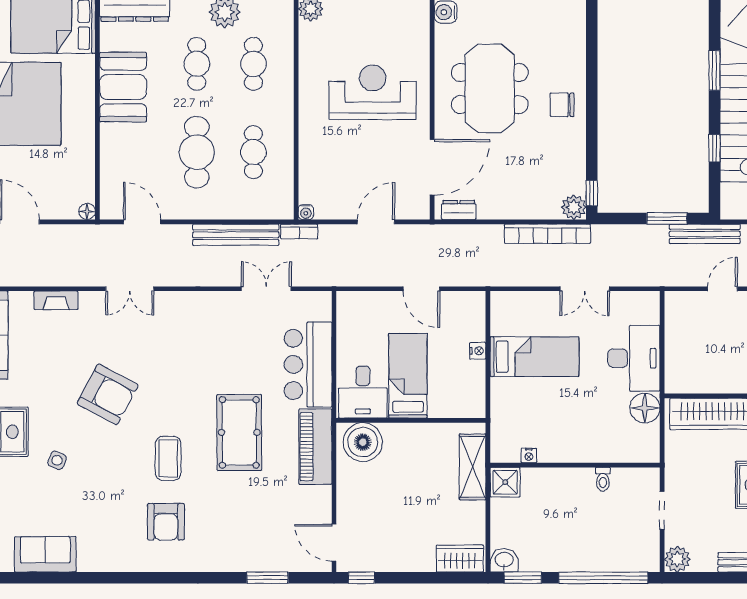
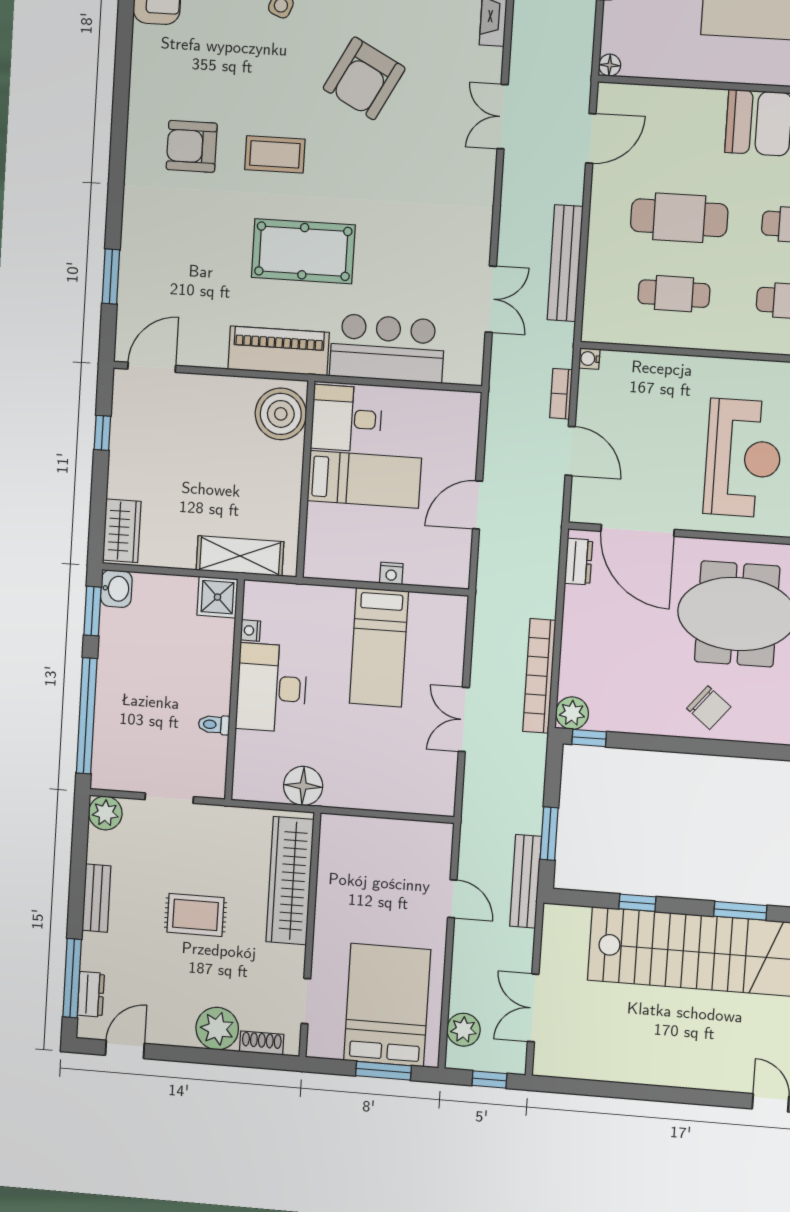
chair: (562, 105) -> (709, 708), turned 129
bookcase: (299, 231) -> (561, 394), moved
desk: (634, 358) -> (271, 688), moved, turned 90
window: (361, 578) -> (102, 433), moved

